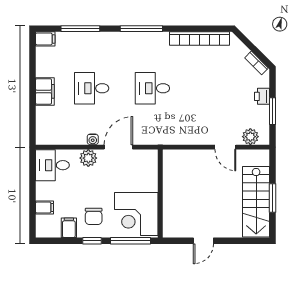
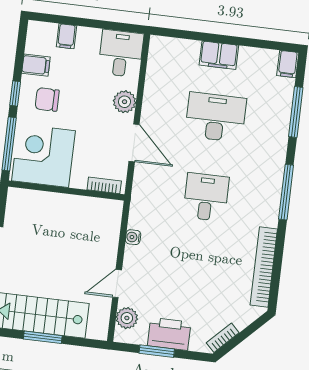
desk: (92, 88) -> (216, 117), width x1.37
printer: (262, 96) -> (169, 334), width x1.87, depth x1.48
water cooler: (93, 139) -> (133, 237), moved
bookcase: (153, 166) -> (104, 185), added

